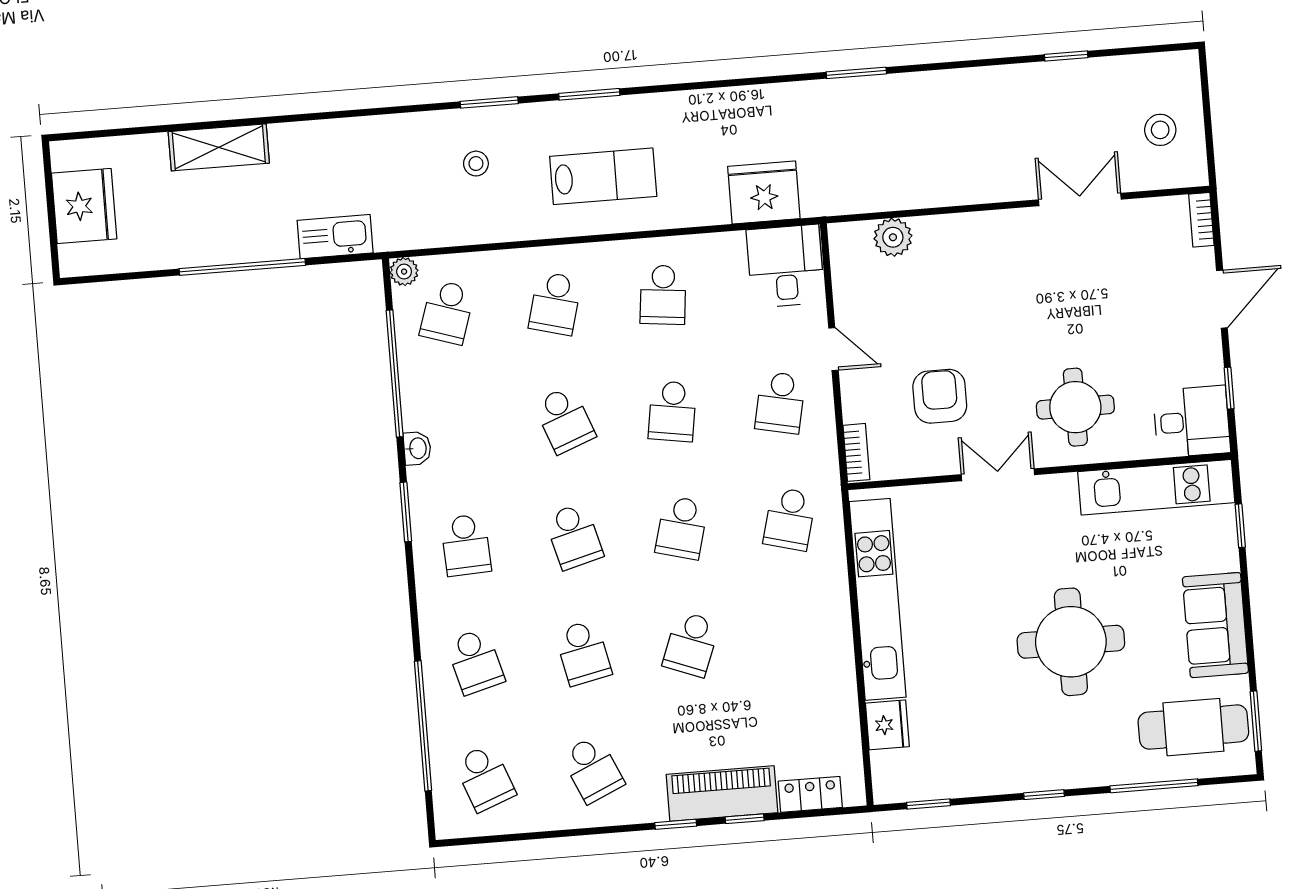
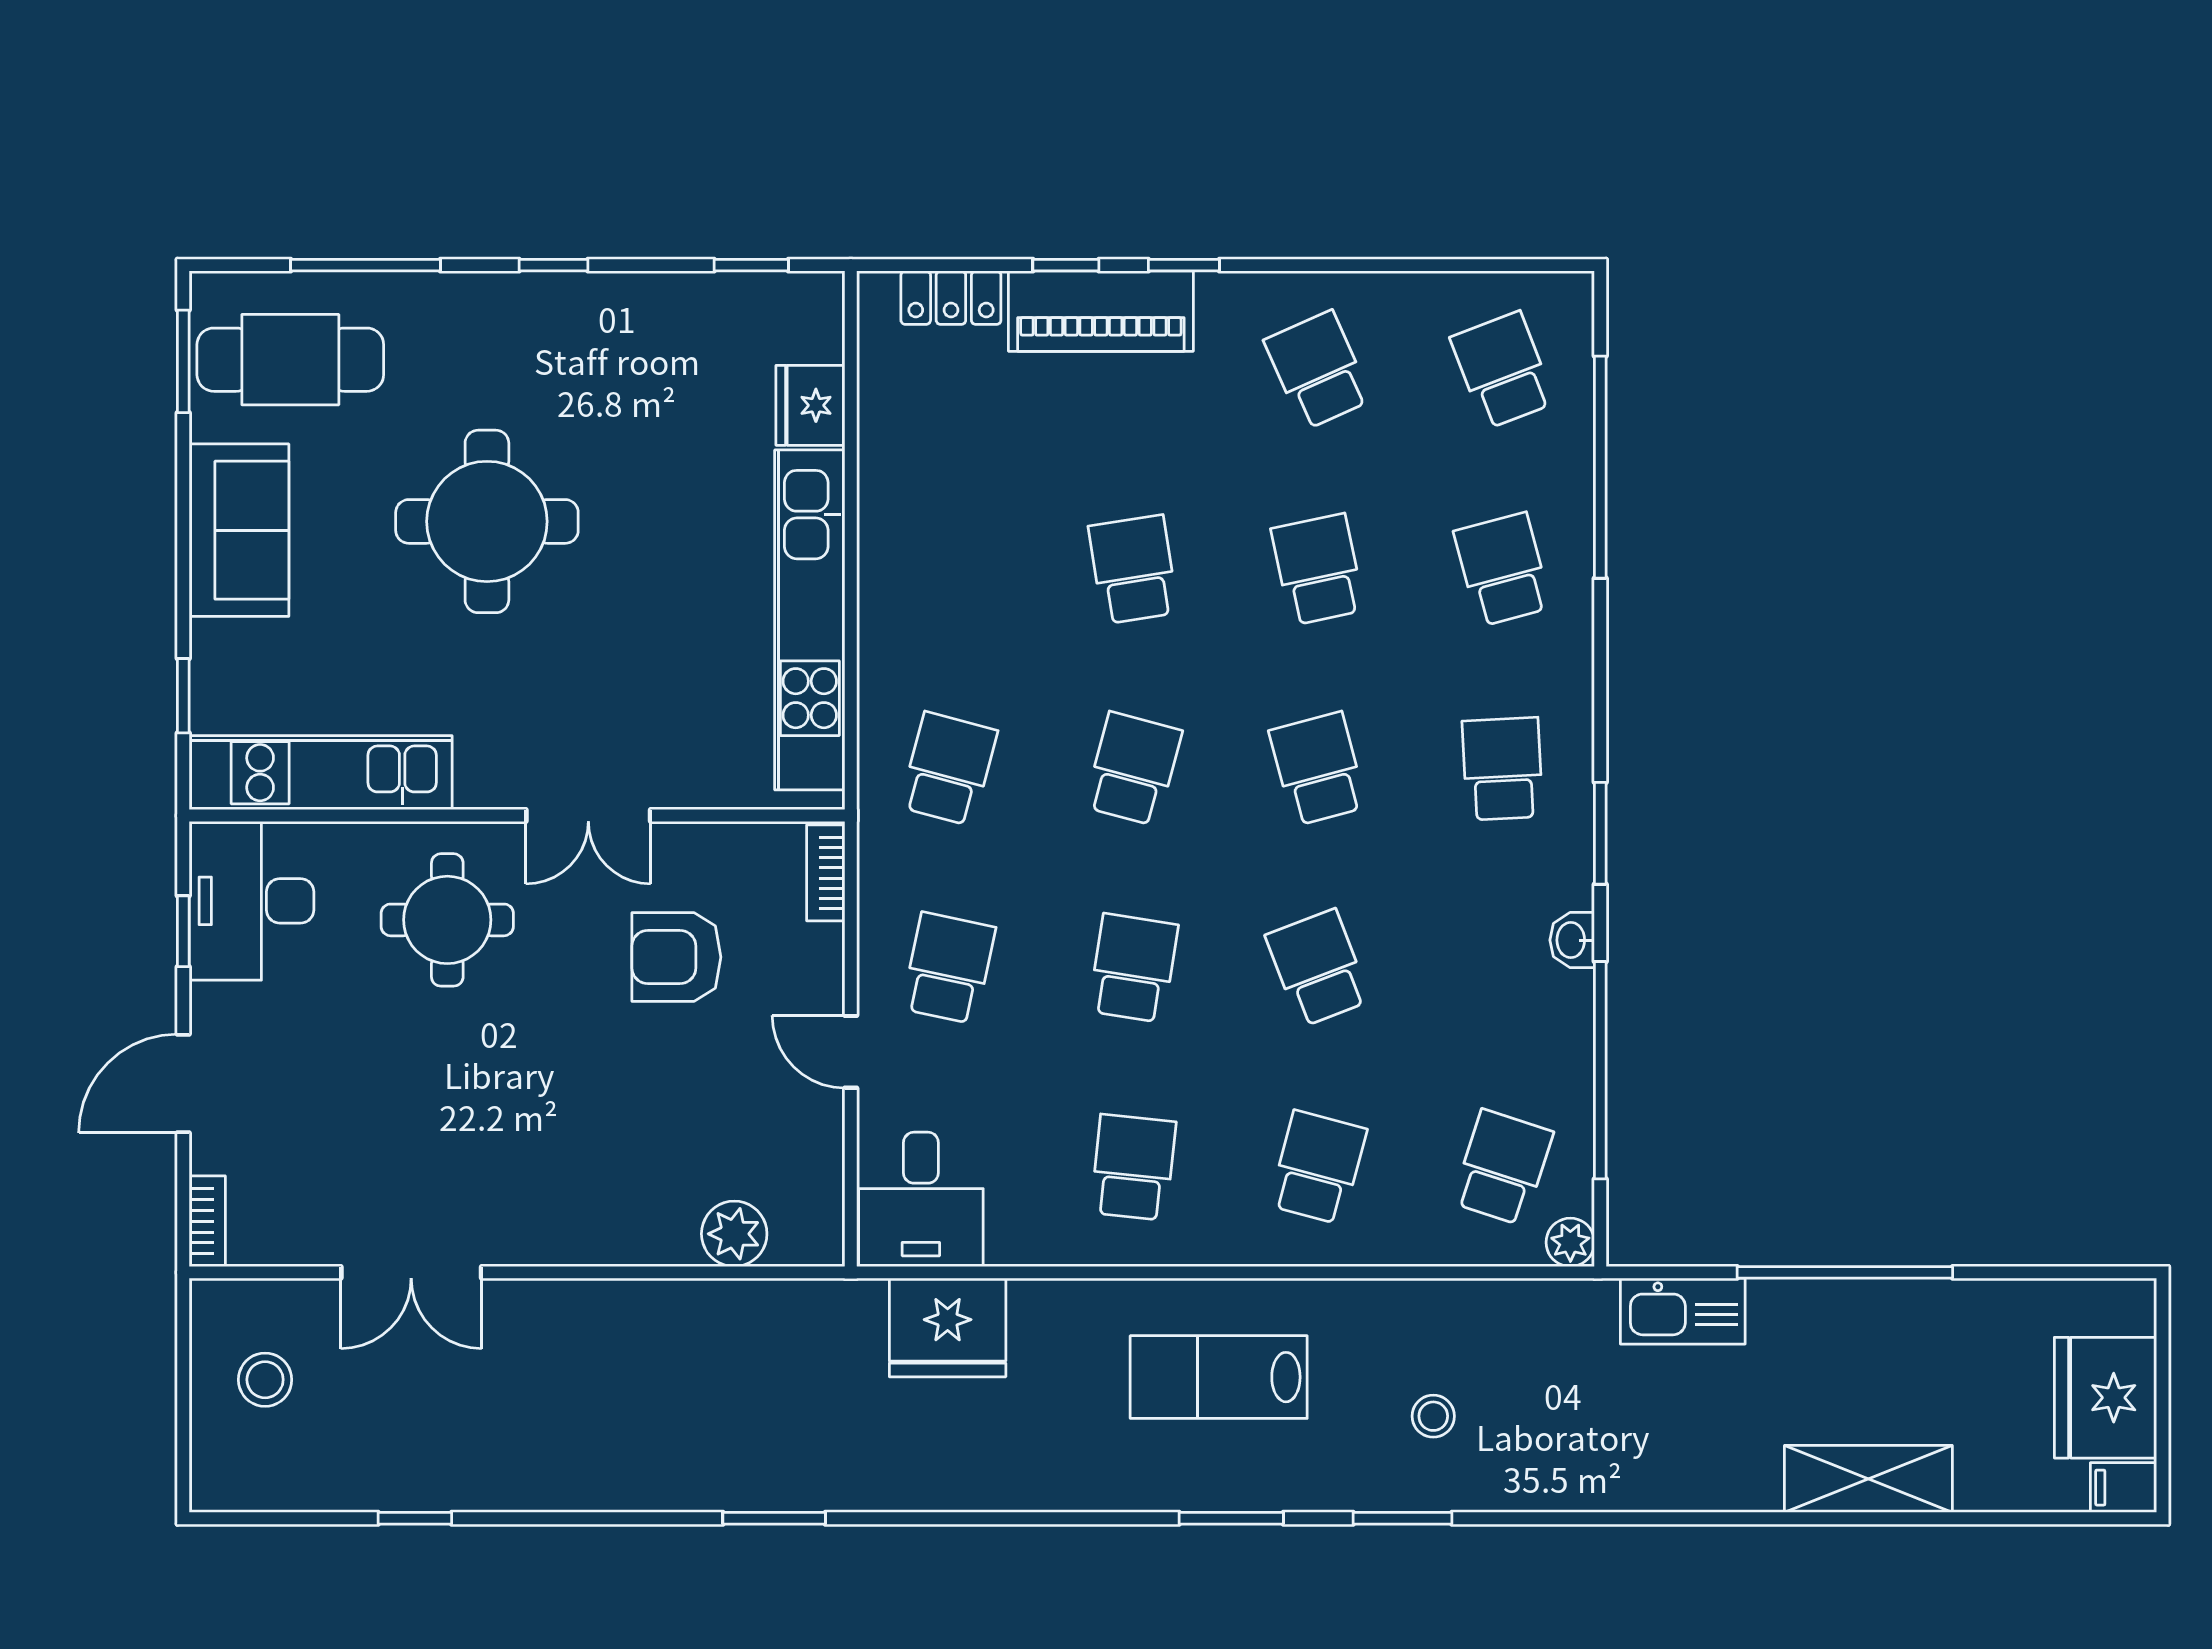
filing cabinet: (69, 154) -> (2123, 1488), added
armchair: (940, 396) -> (676, 957), turned 90
desk: (1192, 422) -> (251, 901), width x1.37
school desk: (691, 644) -> (1133, 569), turned -30

